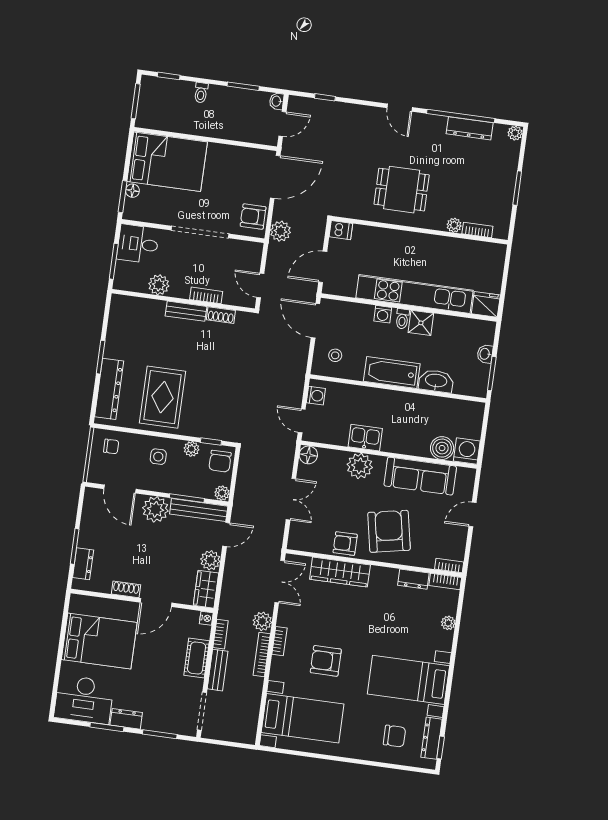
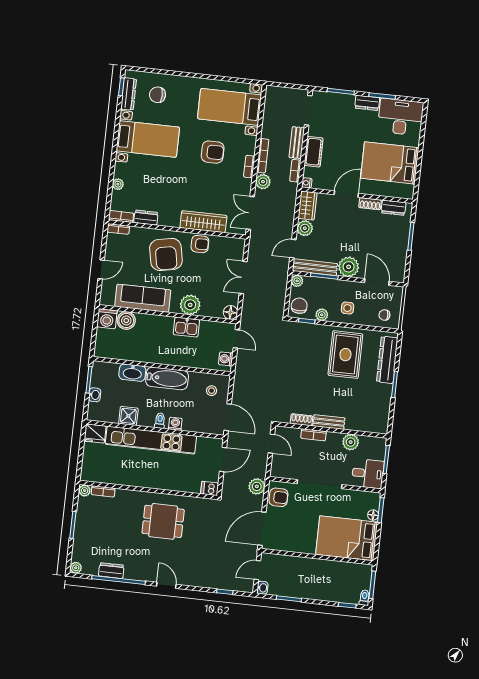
toilet: (201, 93) -> (364, 598), moved
dresser: (470, 128) -> (111, 571), width x0.70
plant: (454, 225) -> (85, 491), moved
shower: (421, 323) -> (128, 416), moved
dresser: (83, 564) -> (393, 208), moved, turned -90

